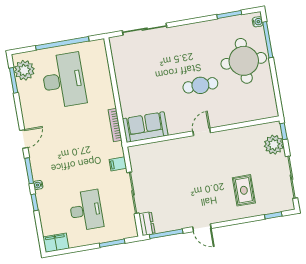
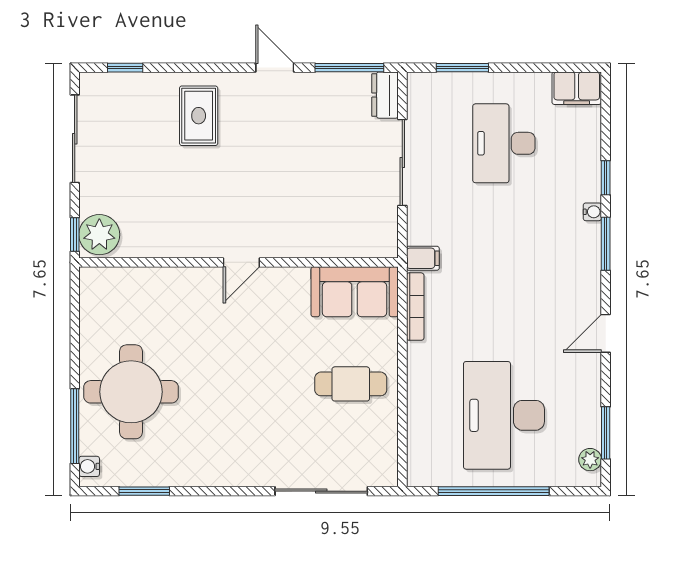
plant: (24, 70) -> (590, 460), width x0.53, depth x0.53
cafe table: (200, 85) -> (351, 384), moved
door: (24, 139) -> (606, 333), moved
plant: (274, 145) -> (99, 235), moved
filing cabinet: (118, 164) -> (423, 258), moved
rug: (244, 190) -> (199, 116), moved

